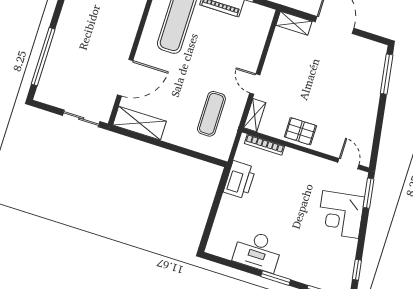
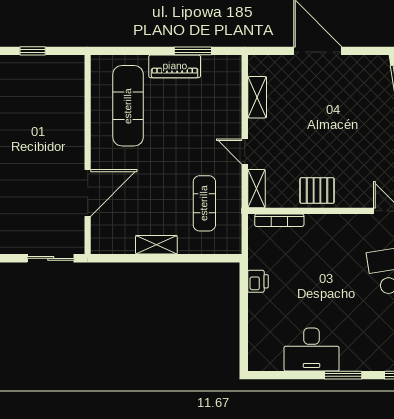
shelving: (294, 23) -> (257, 97), moved, turned 90
shelving: (139, 123) -> (156, 245), moved, width x0.67, depth x0.75
printer: (240, 180) -> (258, 281), width x0.53, depth x0.68

